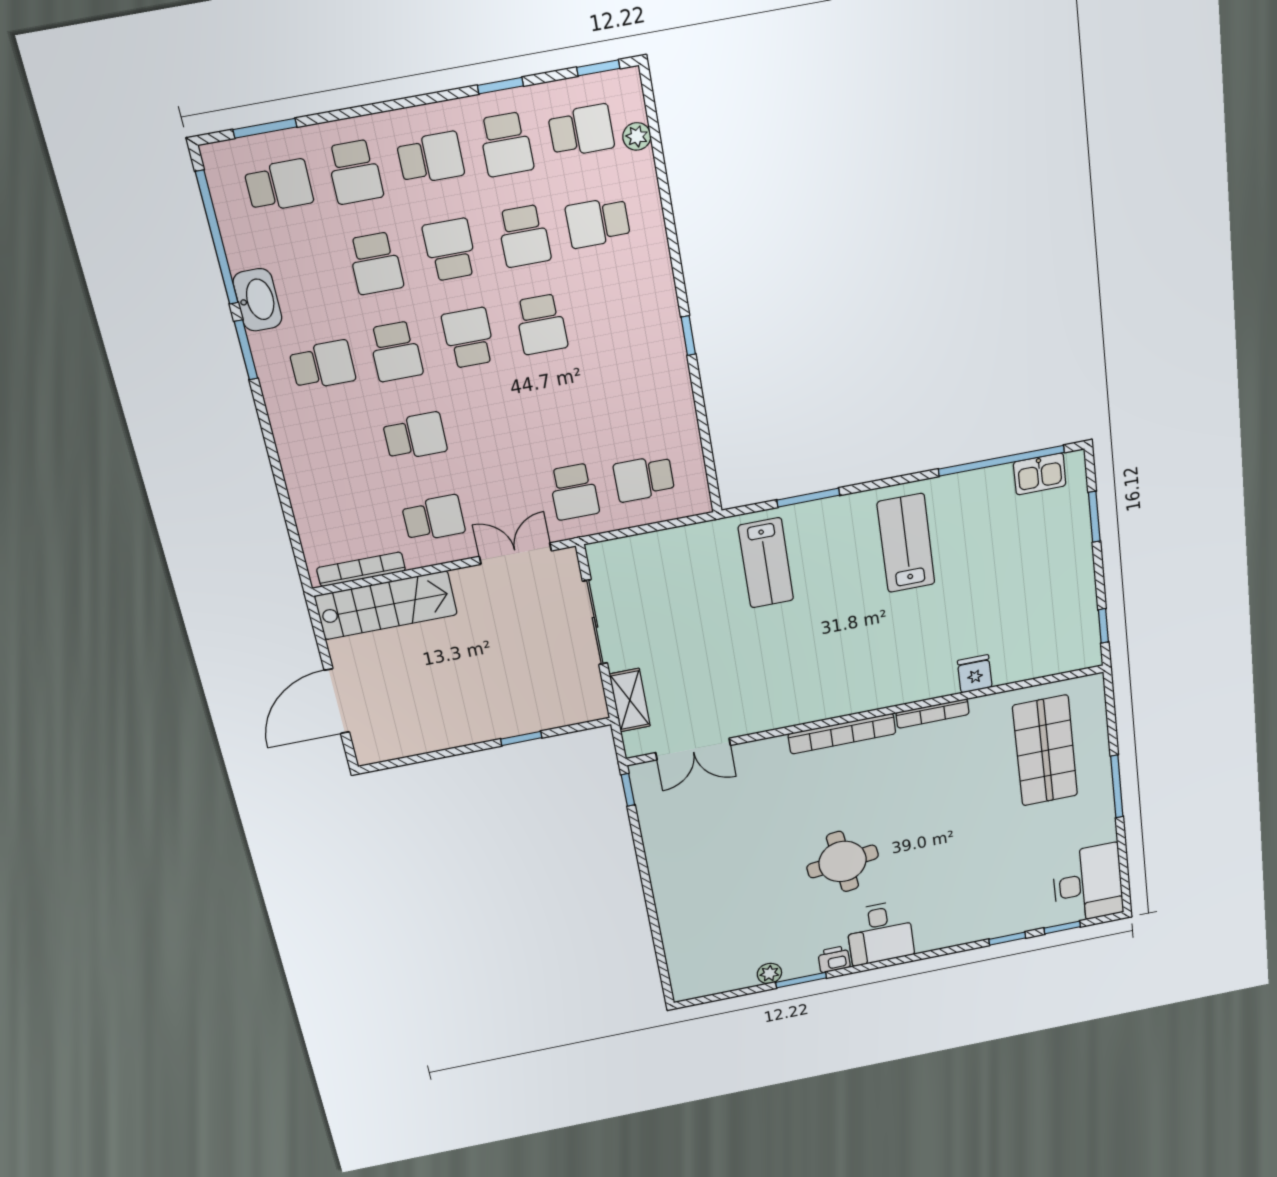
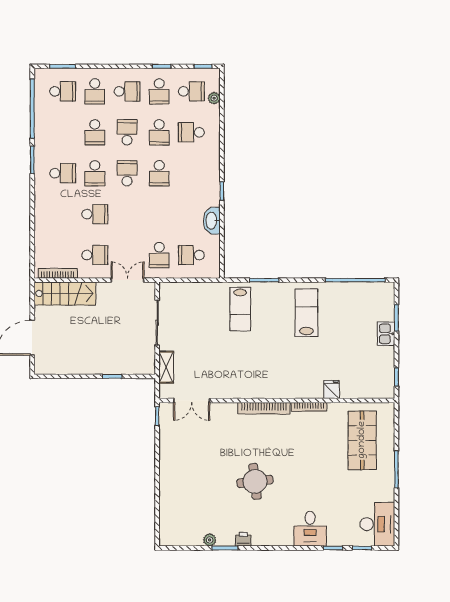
washbasin: (257, 300) -> (212, 221), moved, turned 180
kitchen sink: (1040, 474) -> (386, 334), moved, turned 90
desk: (880, 933) -> (310, 529), moved

